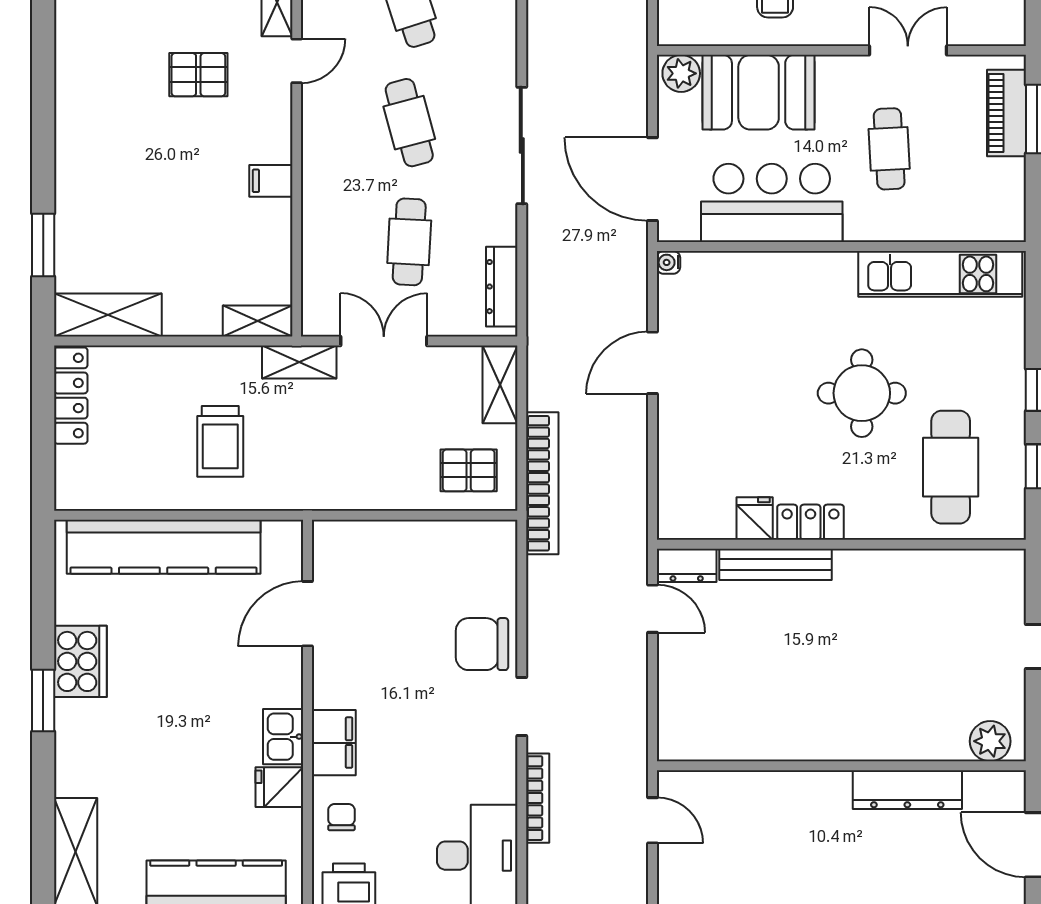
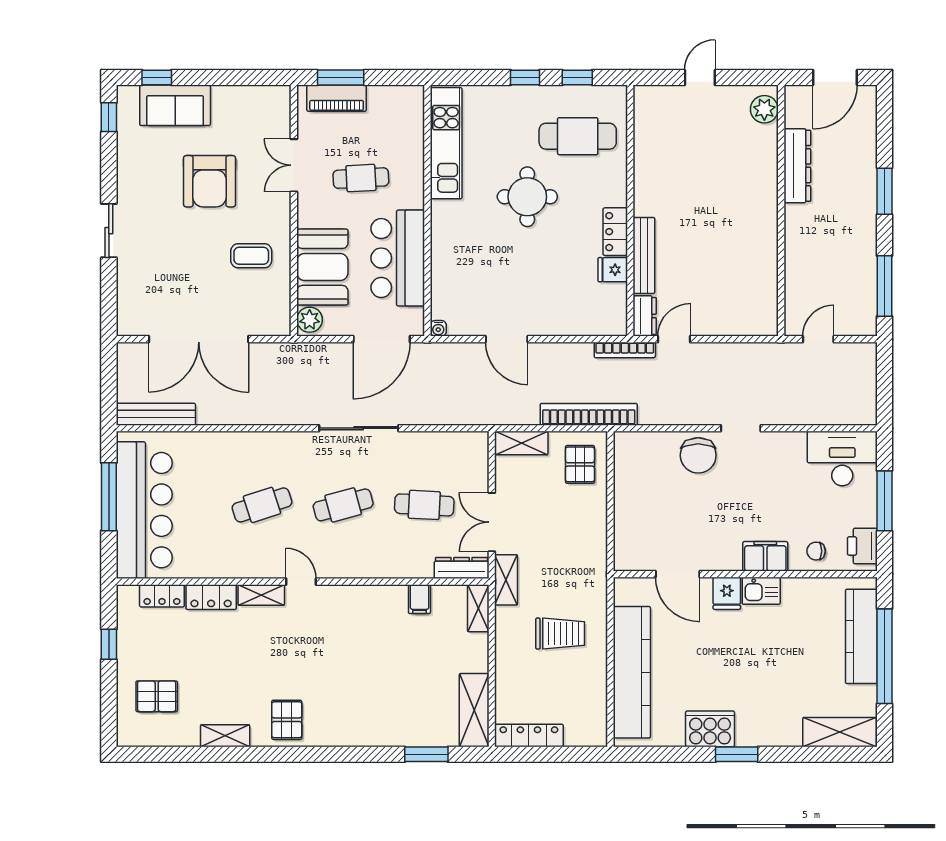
pallet: (198, 75) -> (287, 720), moved
filing cabinet: (271, 181) -> (419, 599), moved
dresser: (502, 287) -> (462, 568), moved, turned 180
fridge: (279, 787) -> (727, 593), moved
bookcase: (538, 798) -> (625, 350), moved, turned 180

